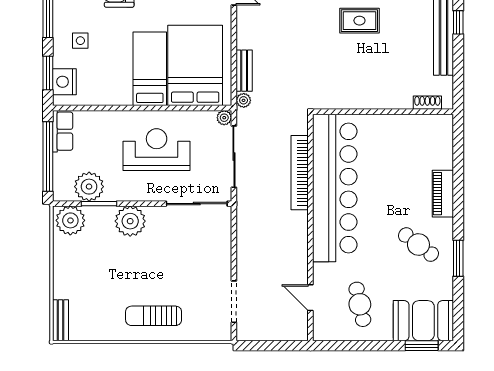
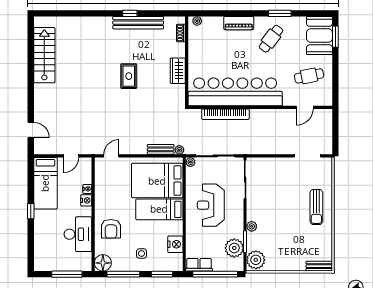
nightstand: (64, 82) -> (175, 244), moved, turned -90
wardrobe: (368, 98) -> (178, 71), added
plant: (446, 128) -> (197, 21), added
plant: (130, 221) -> (252, 226), width x0.53, depth x0.53

